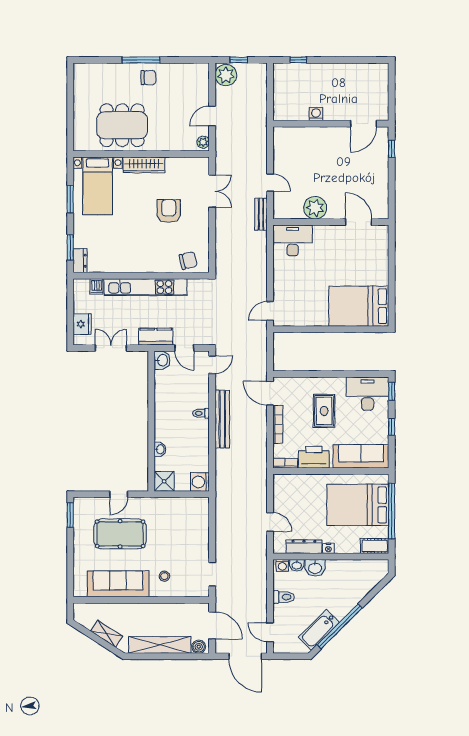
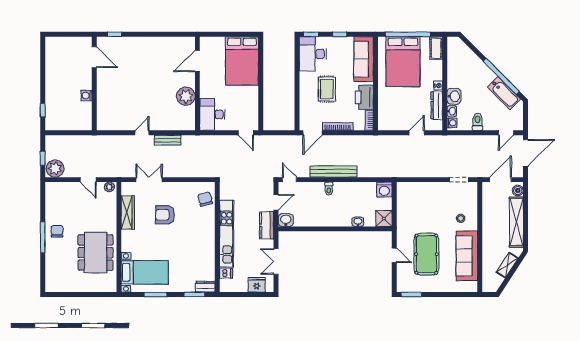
wardrobe: (144, 165) -> (128, 213), moved
plant: (315, 208) -> (186, 96), moved
wall: (331, 222) -> (197, 84), moved
door: (359, 222) -> (197, 61), moved
desk: (293, 240) -> (212, 114), moved
rug: (324, 411) -> (327, 89), turned 90

